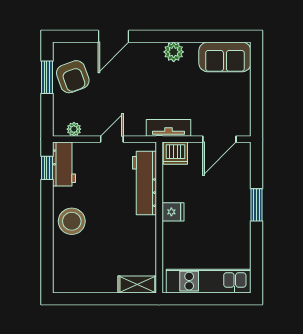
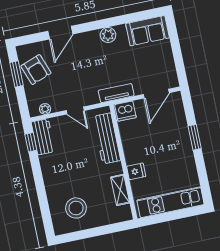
door: (112, 139) -> (75, 110), swing flipped
fridge: (173, 212) -> (136, 171), moved
stool: (72, 221) -> (76, 208), moved
shelving: (137, 284) -> (120, 190), moved, turned 90

